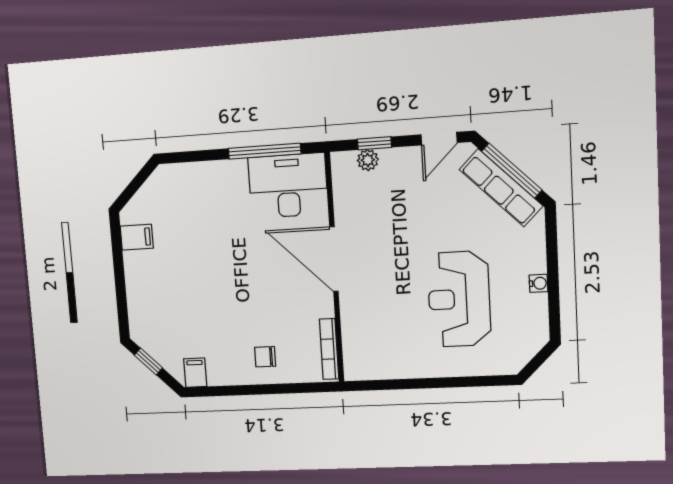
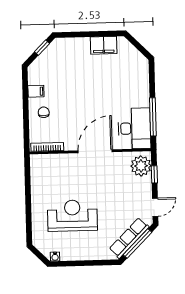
door: (439, 139) -> (155, 207), swing flipped
plant: (368, 160) -> (141, 166), width x1.88, depth x1.88
filing cabinet: (137, 237) -> (104, 45), width x2.00
water cooler: (539, 283) -> (55, 257), moved
filing cabinet: (195, 373) -> (36, 91), moved

